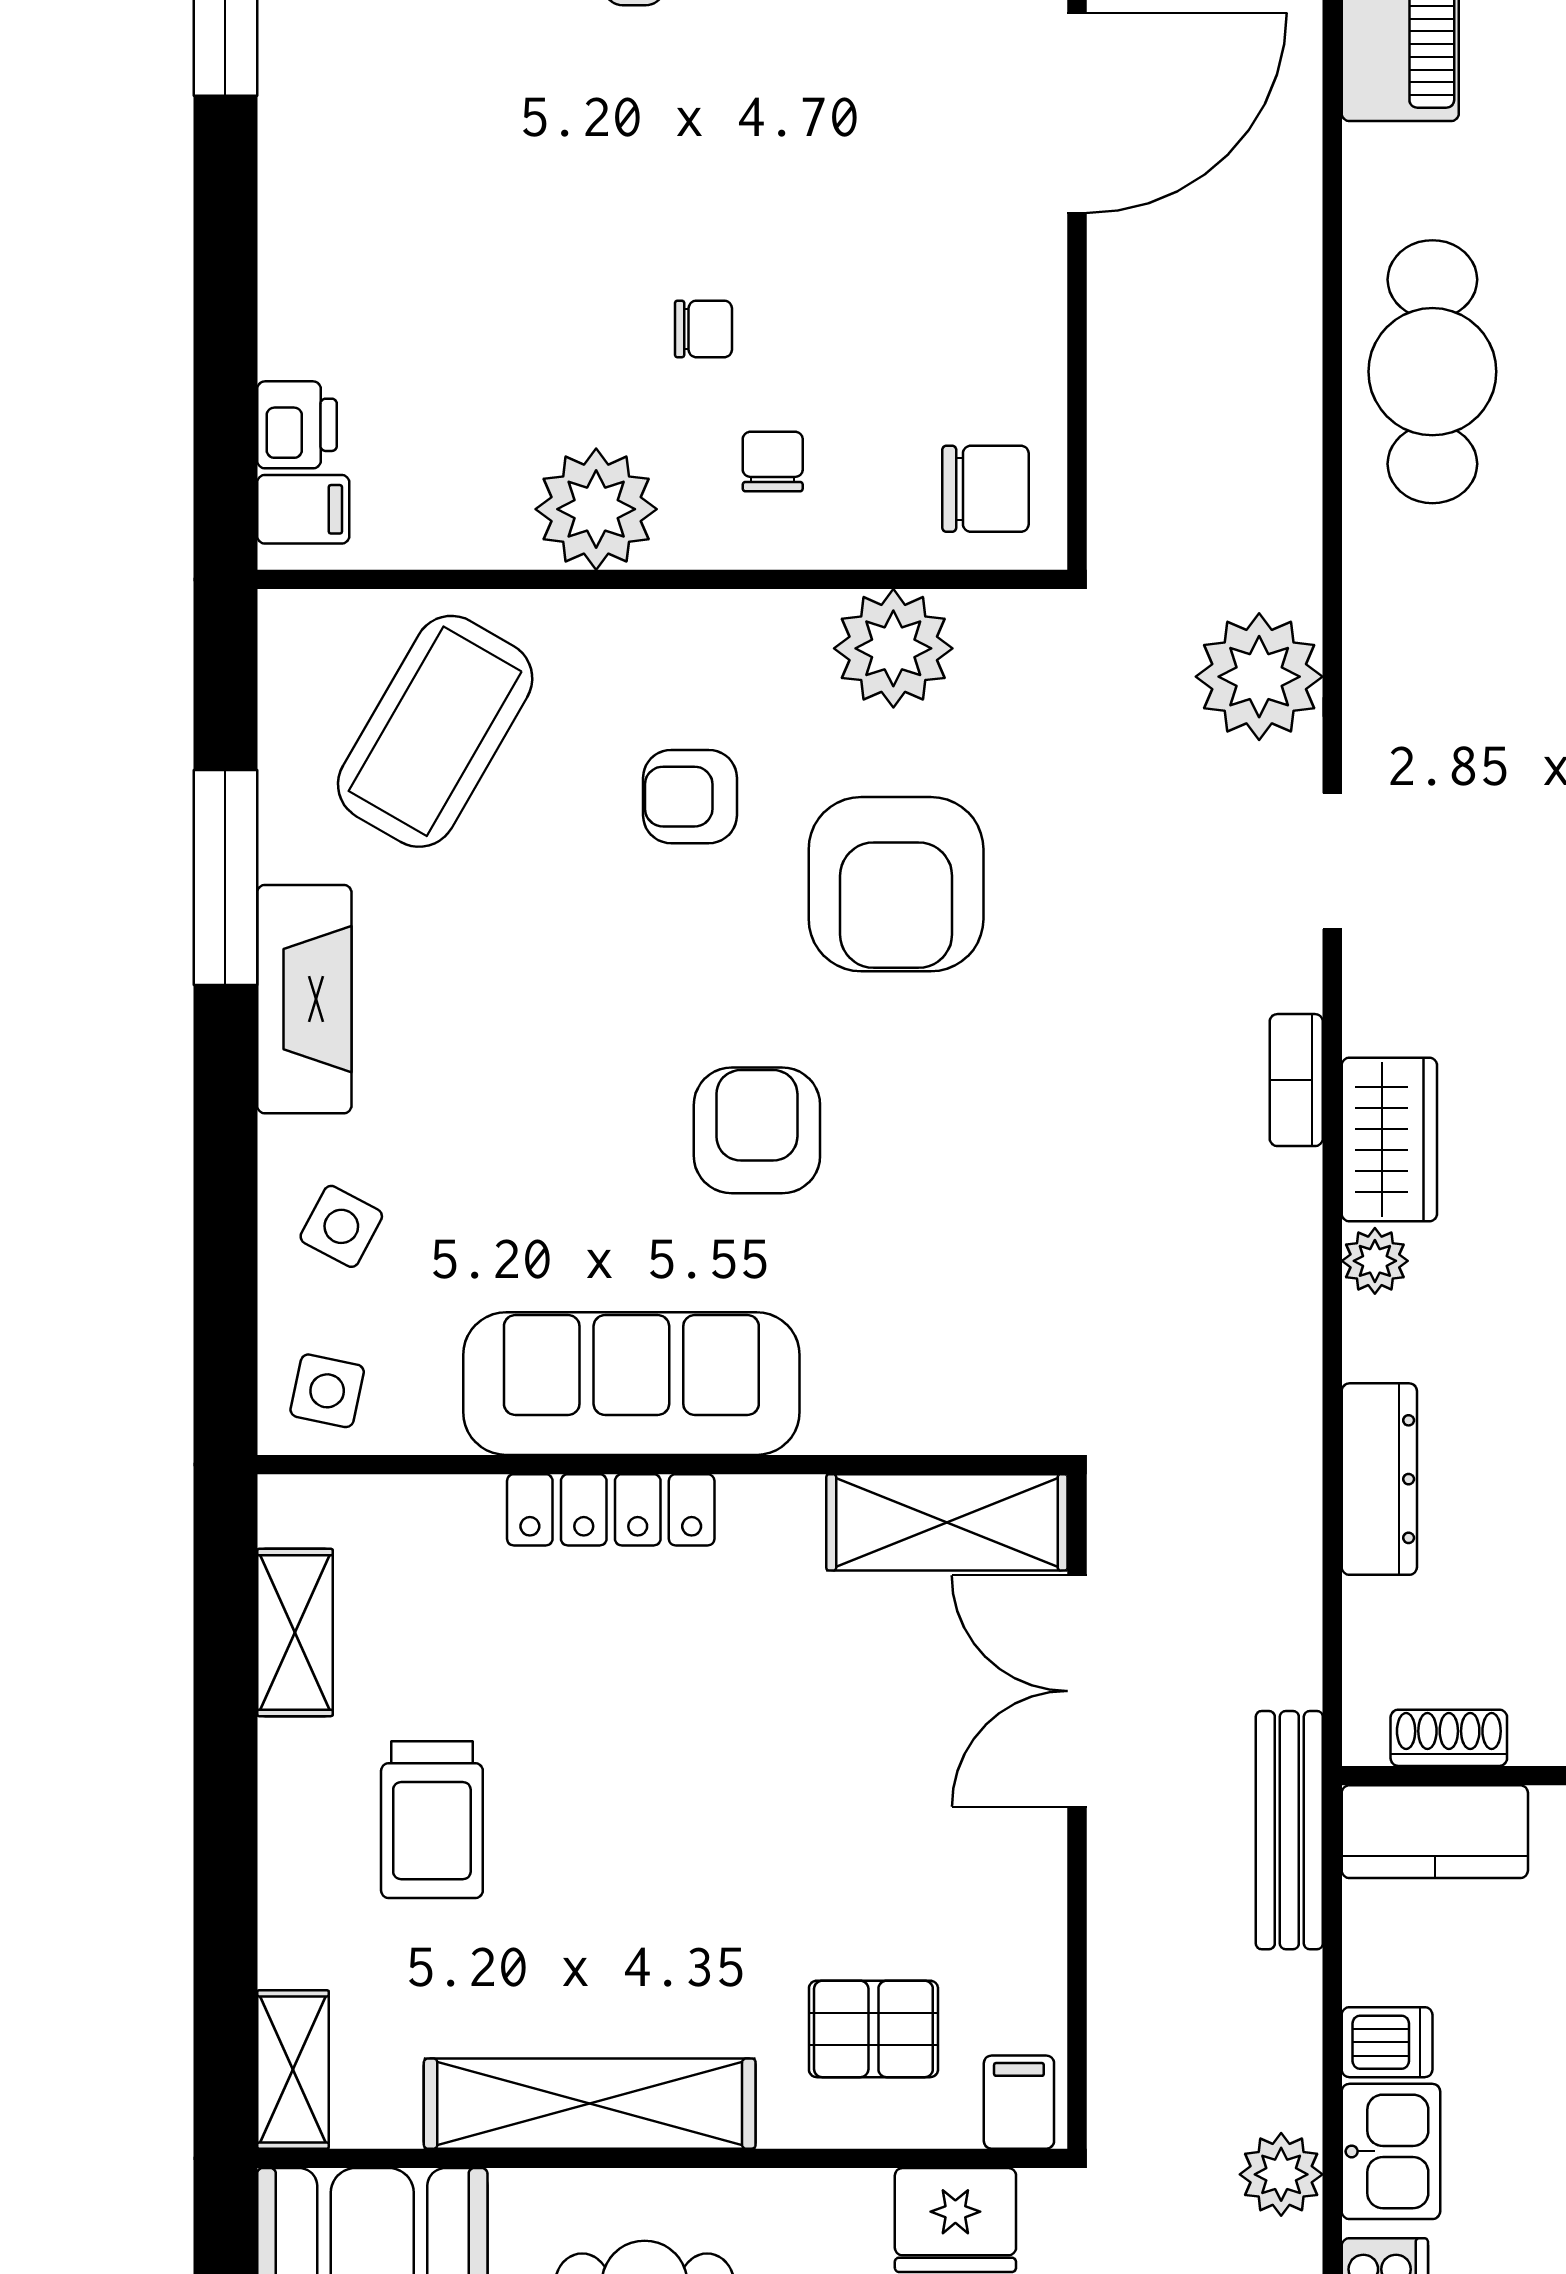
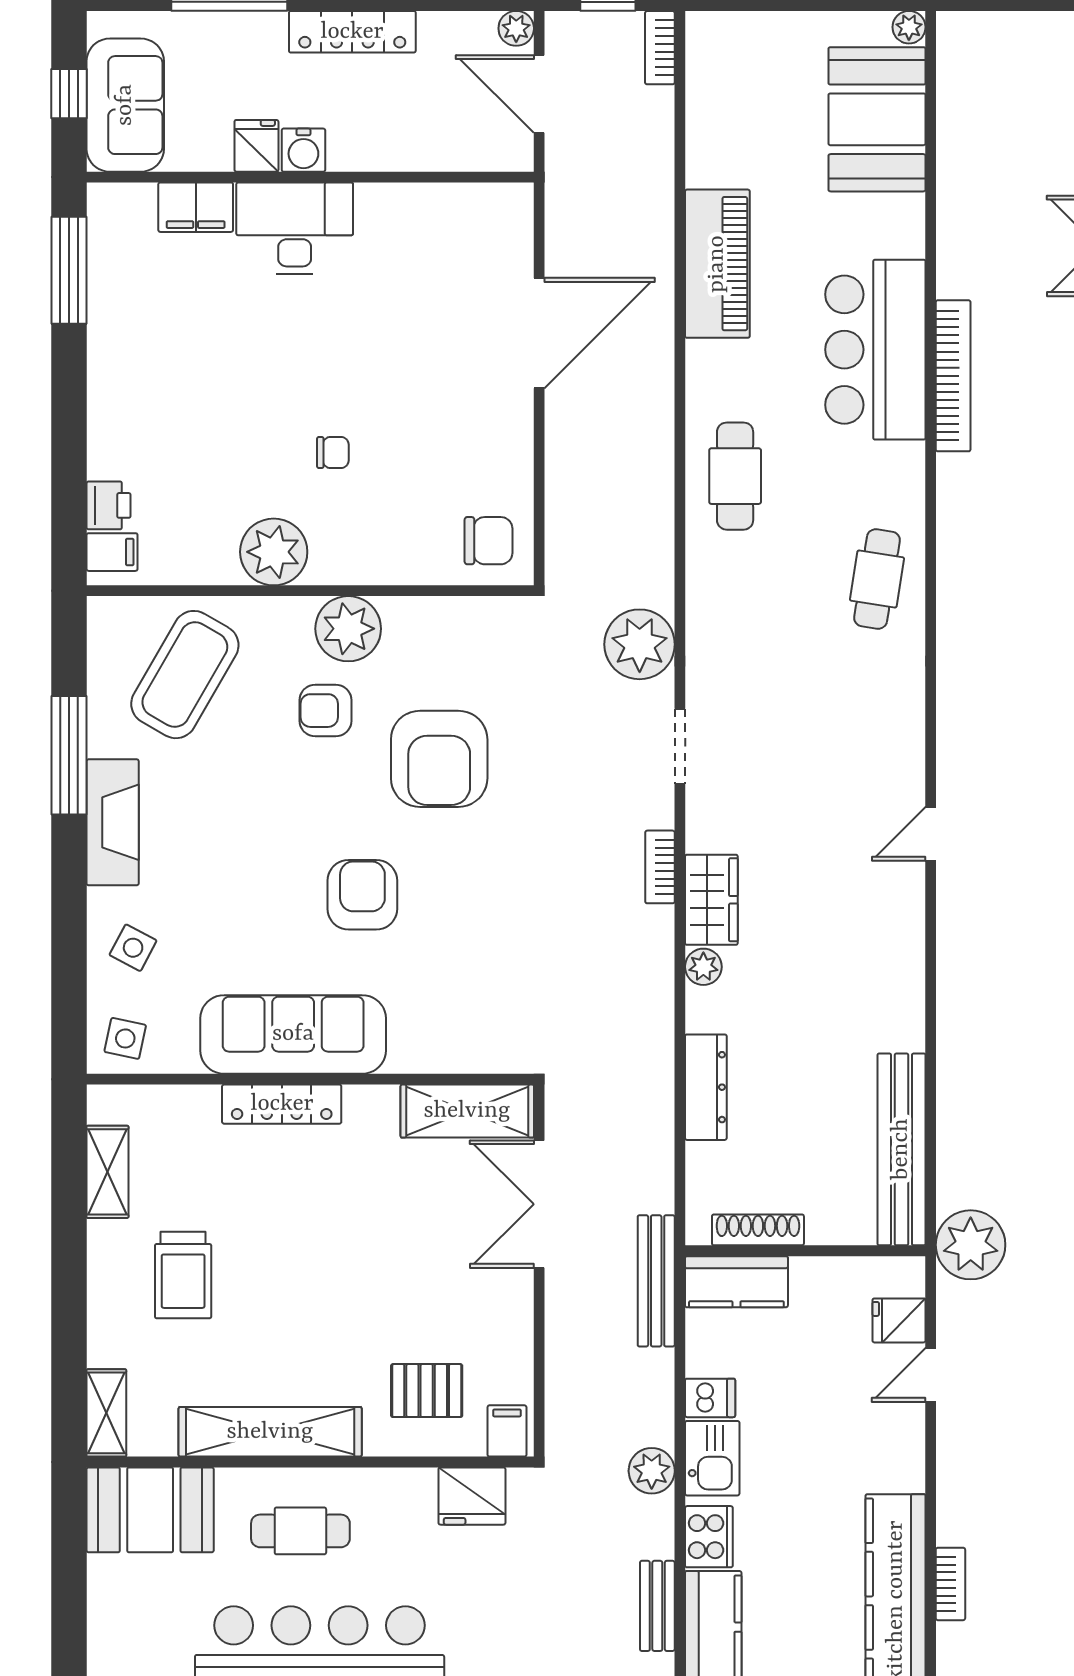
cafe table: (1432, 372) -> (735, 476), width x0.73, depth x0.74
chair: (773, 462) -> (371, 526), removed
plant: (893, 648) -> (348, 629), moved
shoe rack: (1449, 1738) -> (758, 1230), width x1.43

